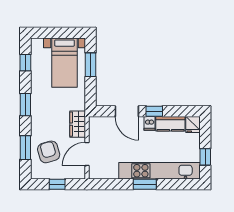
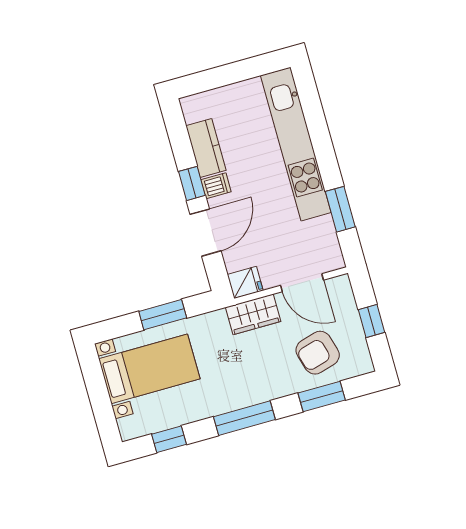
window: (91, 65) -> (163, 315), moved
window: (25, 105) -> (244, 418), width x1.44
fridge: (193, 125) -> (245, 282), moved
window: (205, 157) -> (248, 69), removed
window: (145, 184) -> (340, 209), moved

